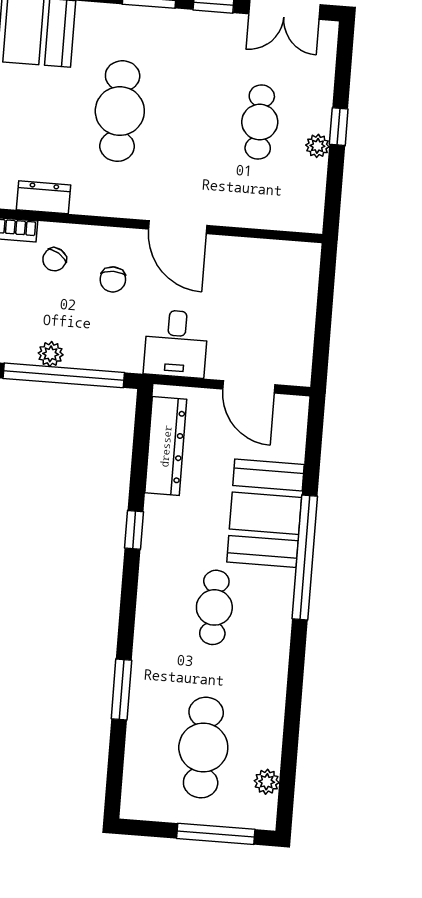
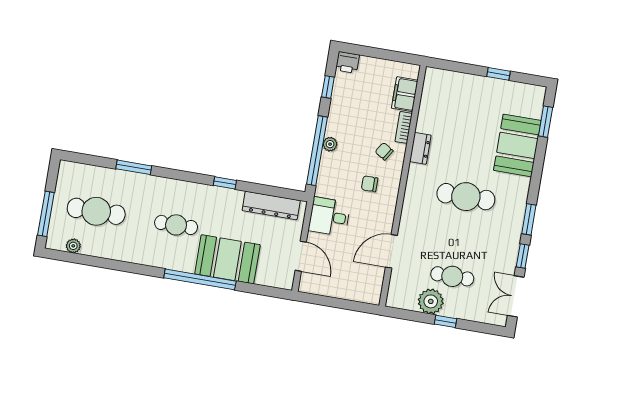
plant: (317, 146) -> (431, 301), width x1.88, depth x1.88
door: (178, 227) -> (391, 251), moved
door: (249, 387) -> (301, 256), swing flipped

